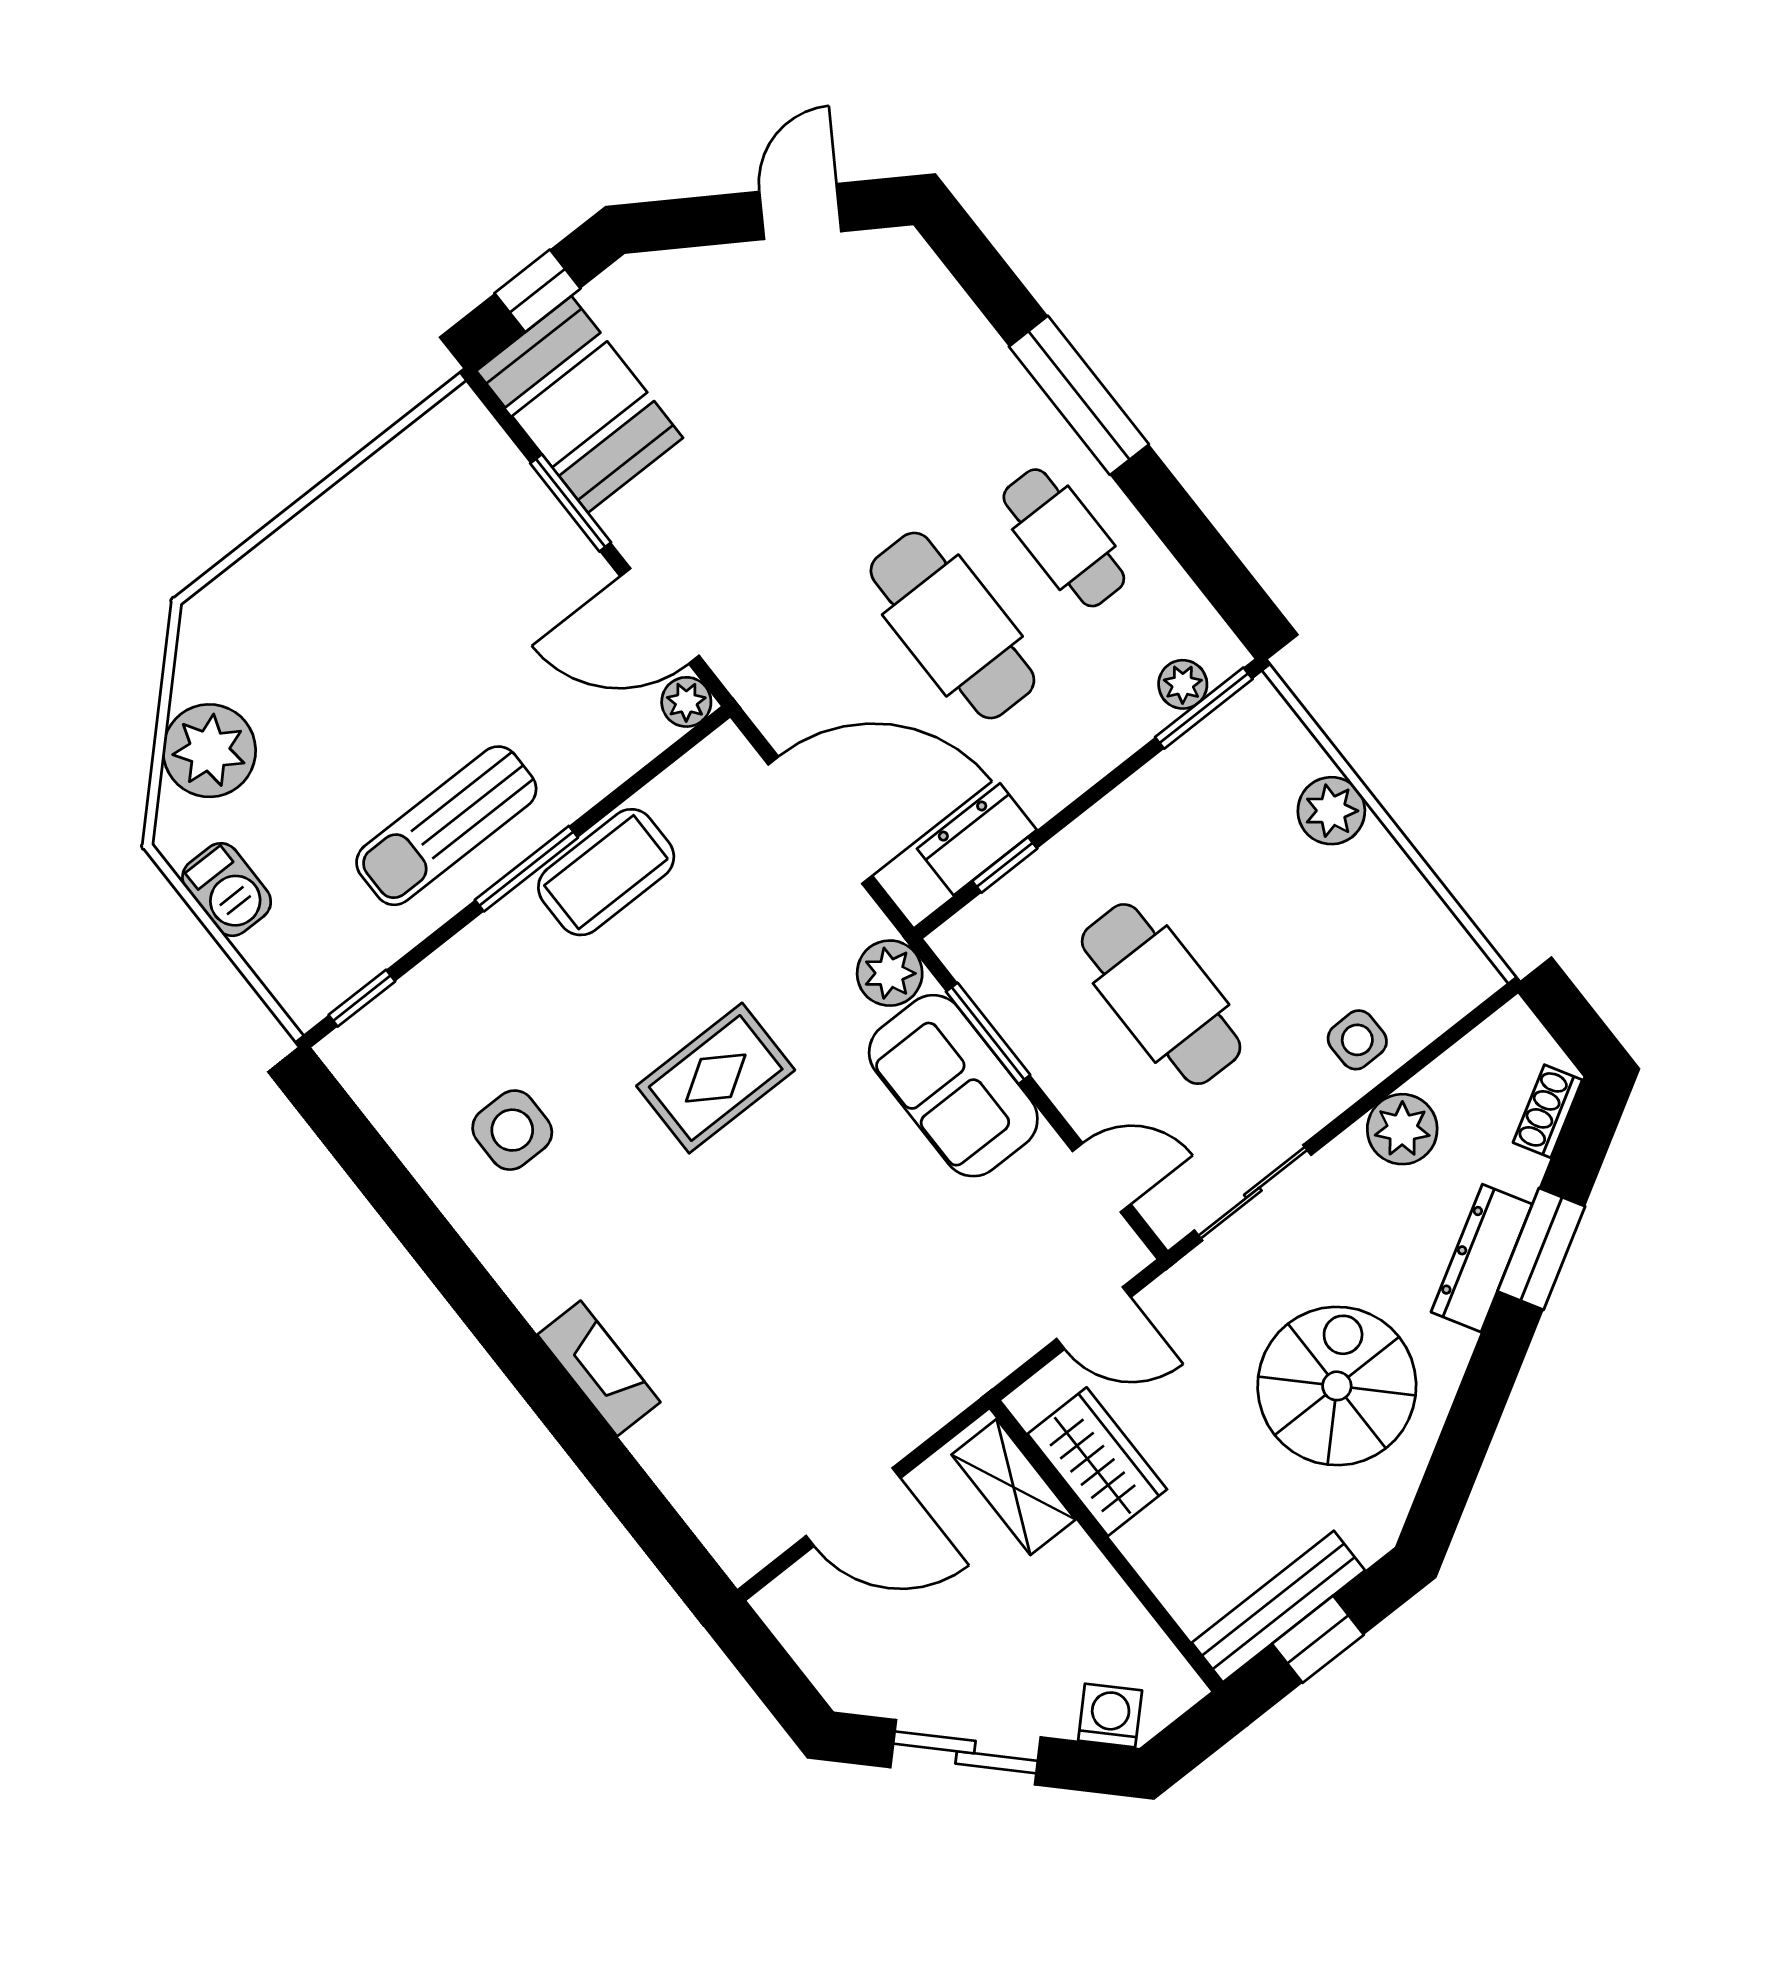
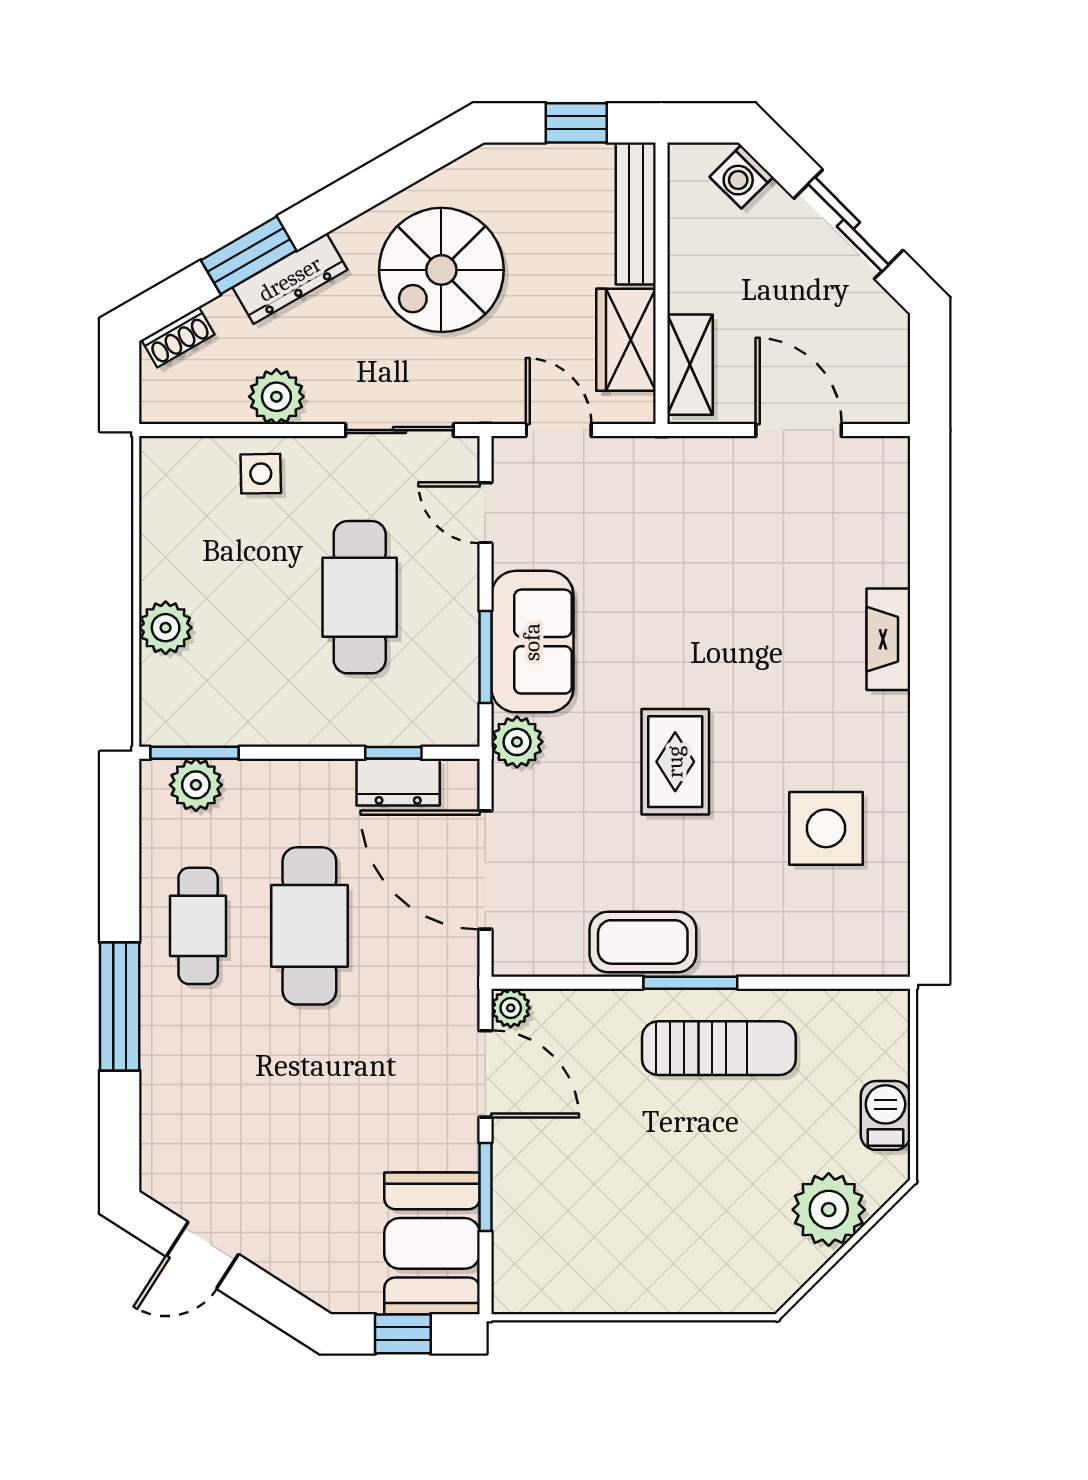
plant: (1183, 684) -> (196, 785), width x1.38, depth x1.38
window: (362, 998) -> (855, 983), removed
rug: (716, 1078) -> (675, 762), turned 90
side table: (512, 1130) -> (826, 828), width x1.37, depth x1.37
bench: (1278, 1606) -> (636, 214), moved, turned 90

